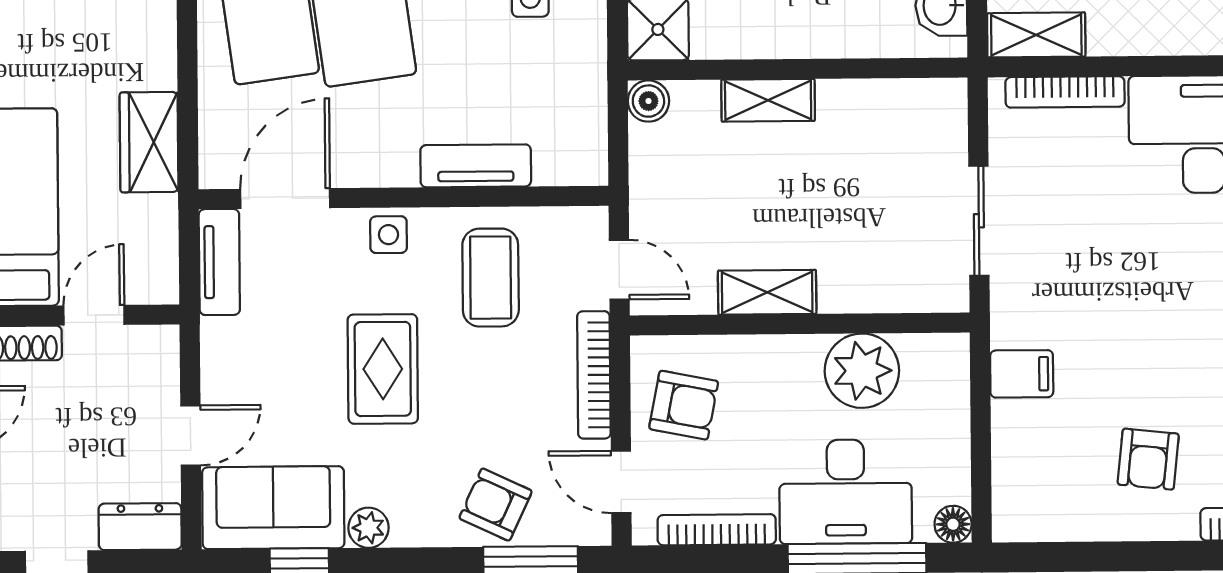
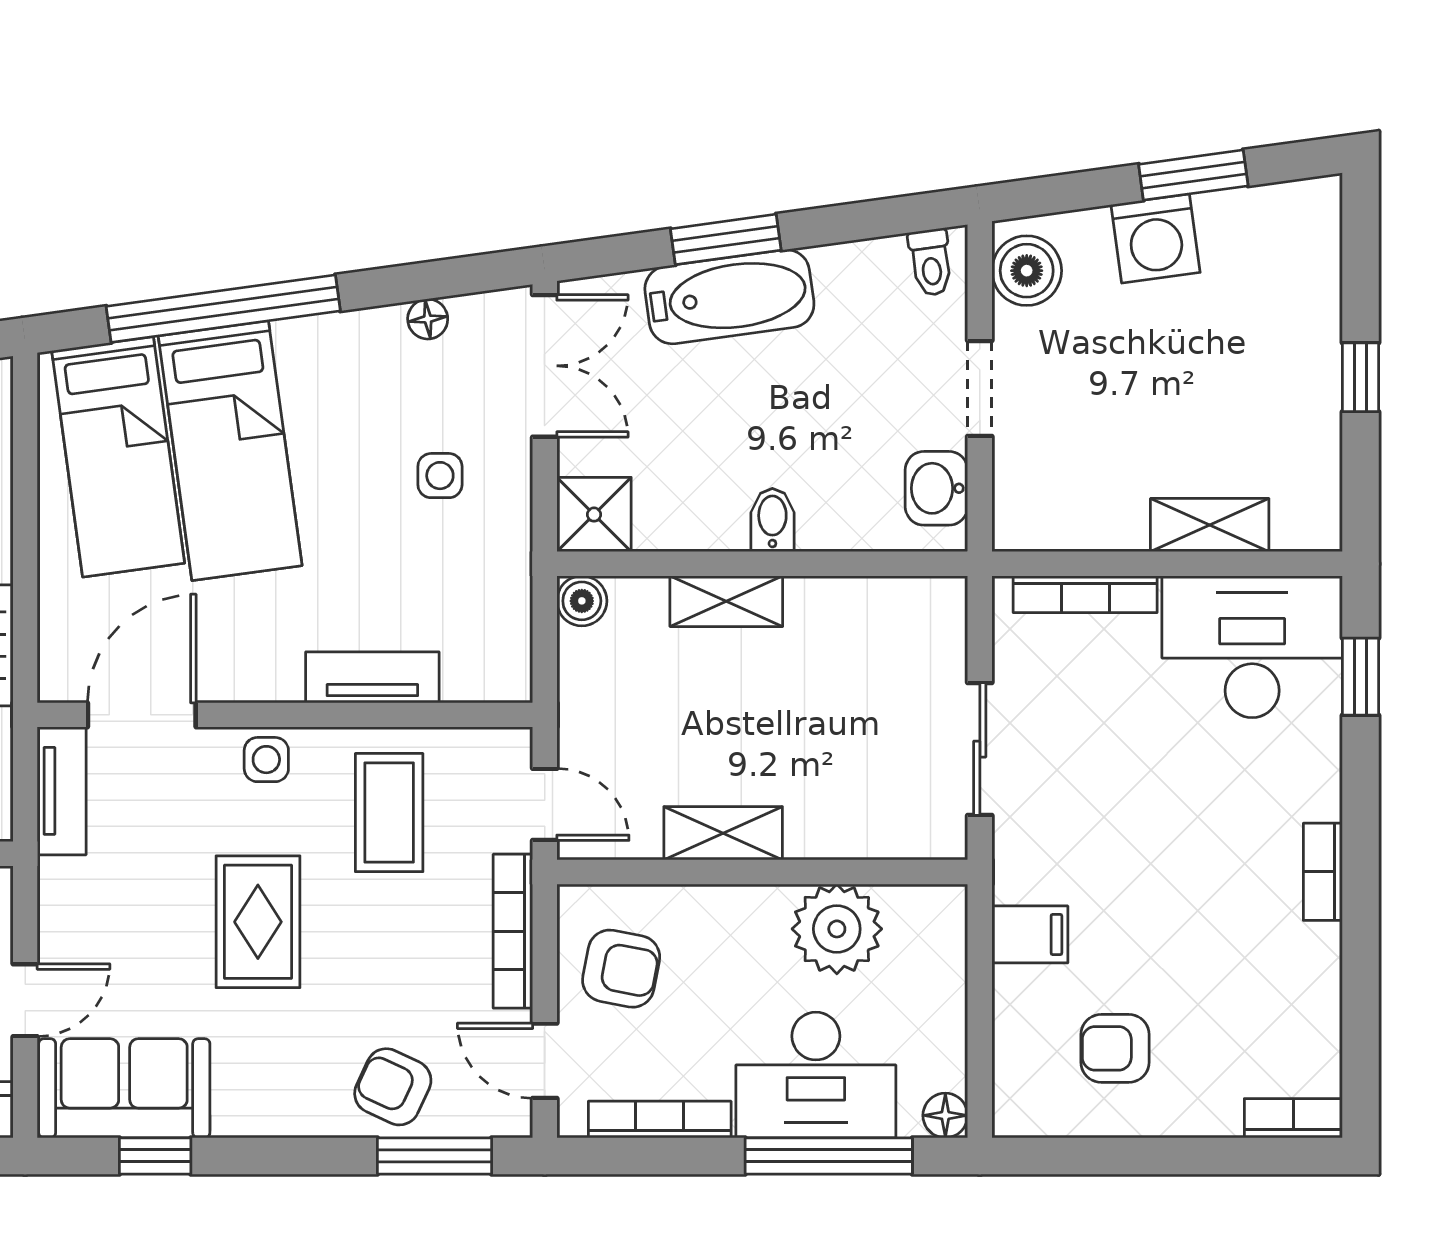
bidet: (806, 33) -> (772, 520), added
shelving: (1036, 35) -> (1210, 525), moved
armchair: (1148, 459) -> (1115, 1048), moved, turned 84
plant: (368, 528) -> (239, 1113), removed

